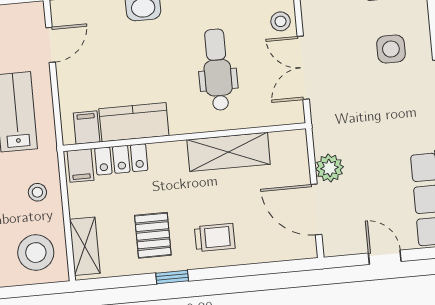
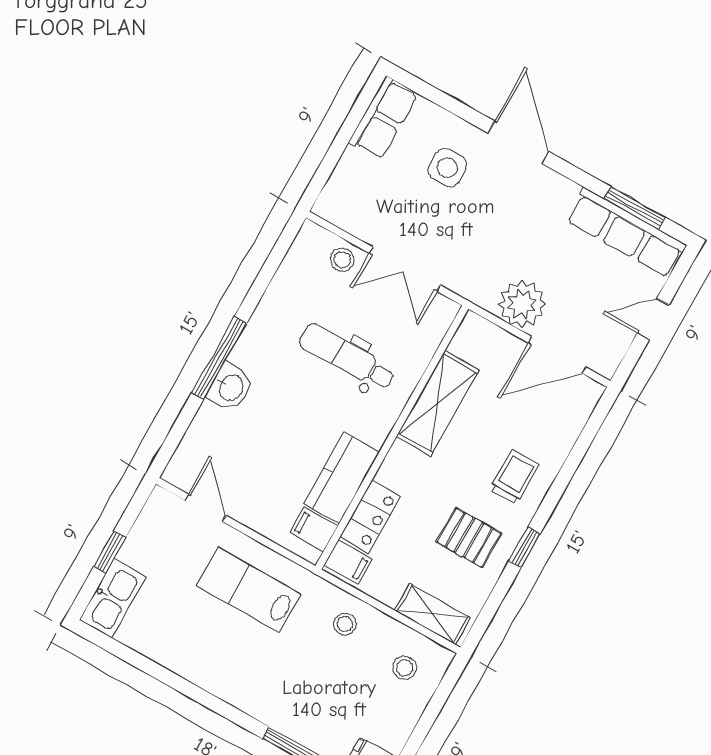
plant: (329, 168) -> (522, 304), width x1.36, depth x1.36
stool: (36, 253) -> (405, 668), width x0.53, depth x0.53

